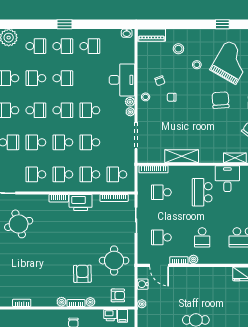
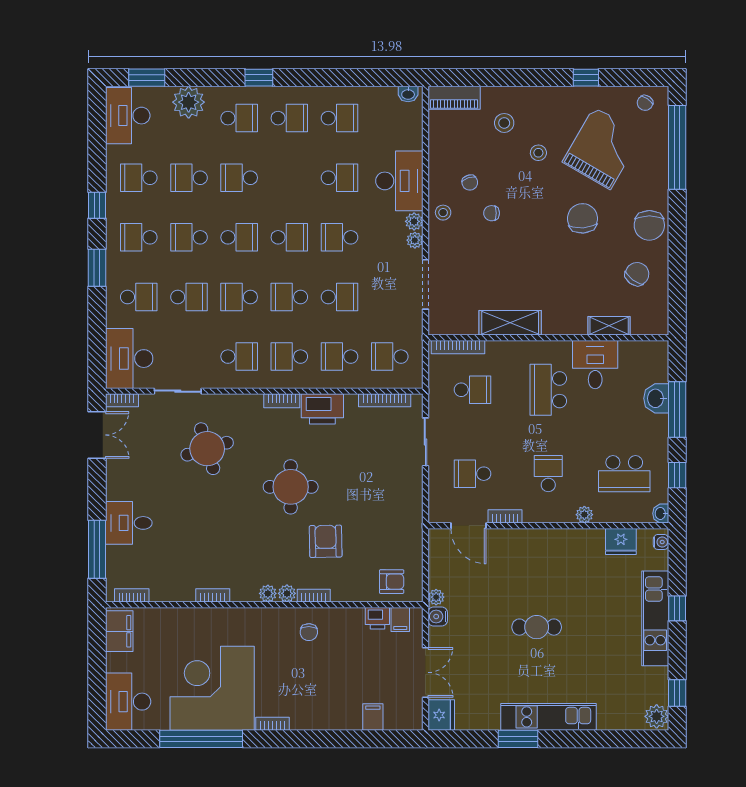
window: (65, 24) -> (259, 78), moved
school desk: (63, 78) -> (340, 178), moved
school desk: (90, 142) -> (340, 297), turned 180
school desk: (36, 174) -> (239, 357), turned 180
school desk: (161, 192) -> (472, 390), turned 180
school desk: (202, 237) -> (548, 474), turned 180
plant: (193, 259) -> (584, 515), moved
round table: (114, 261) -> (291, 487), moved
water cooler: (143, 284) -> (438, 617), moved
plant: (90, 302) -> (268, 593), moved

